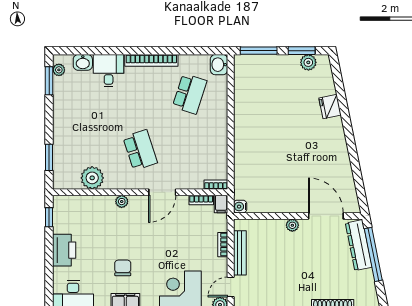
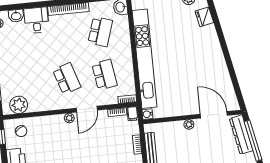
fridge: (330, 107) -> (204, 17), moved
kitchen unit: (243, 135) -> (144, 59), added
school desk: (190, 150) -> (105, 75), added
plant: (92, 178) -> (19, 105), moved
plant: (122, 202) -> (69, 118), moved
chair: (74, 212) -> (21, 131), added

